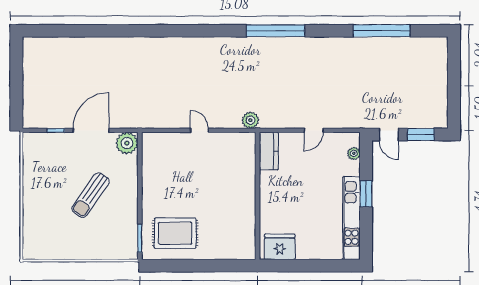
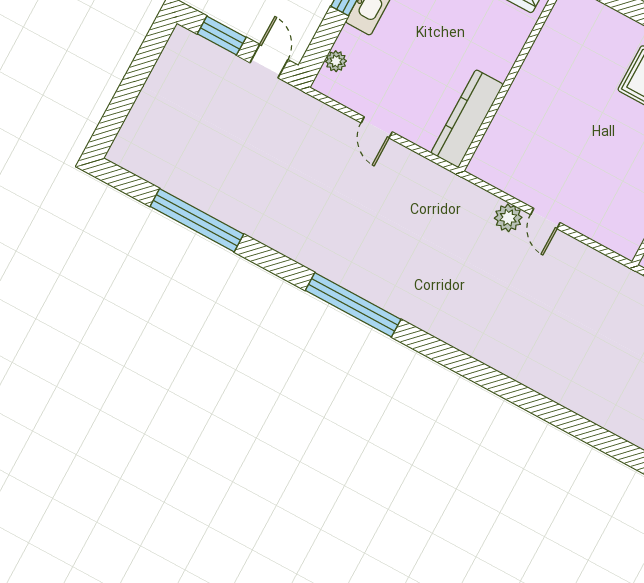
plant: (250, 120) -> (508, 218), moved
door: (314, 130) -> (377, 127), swing flipped
kitchen counter: (269, 151) -> (467, 119), width x1.50

